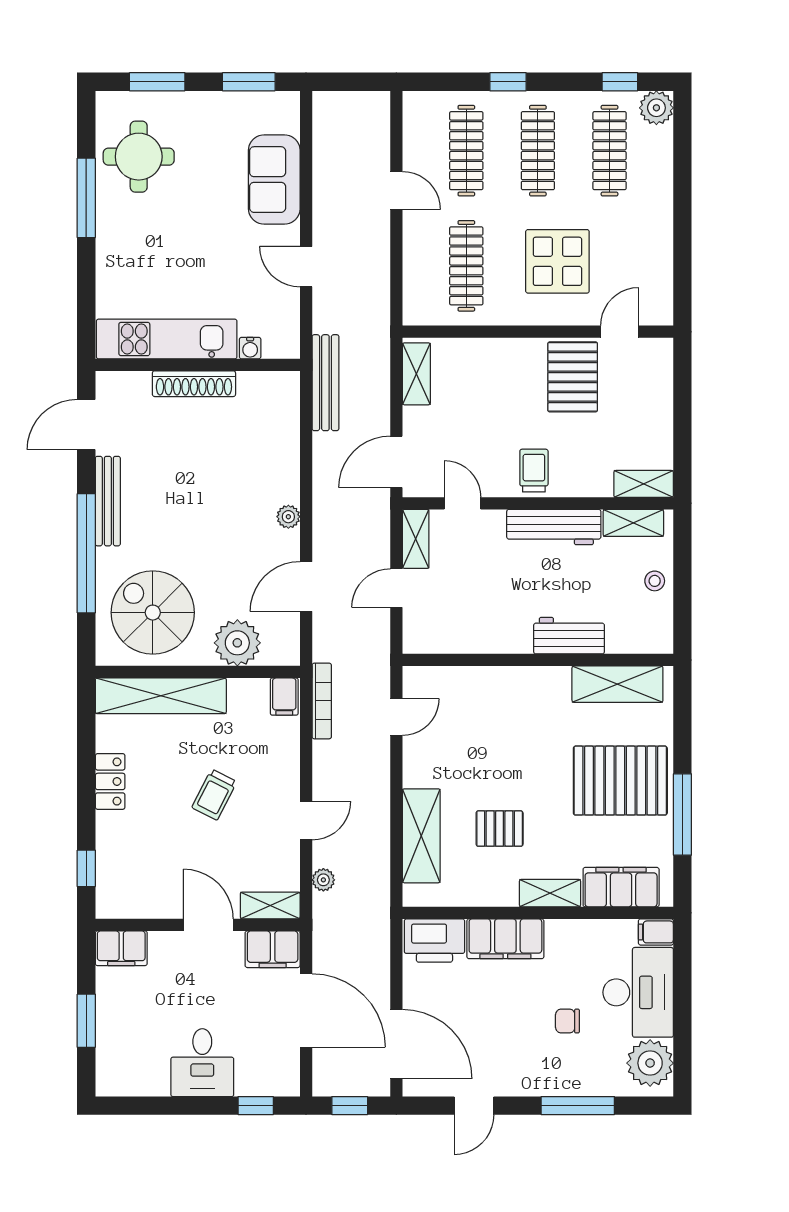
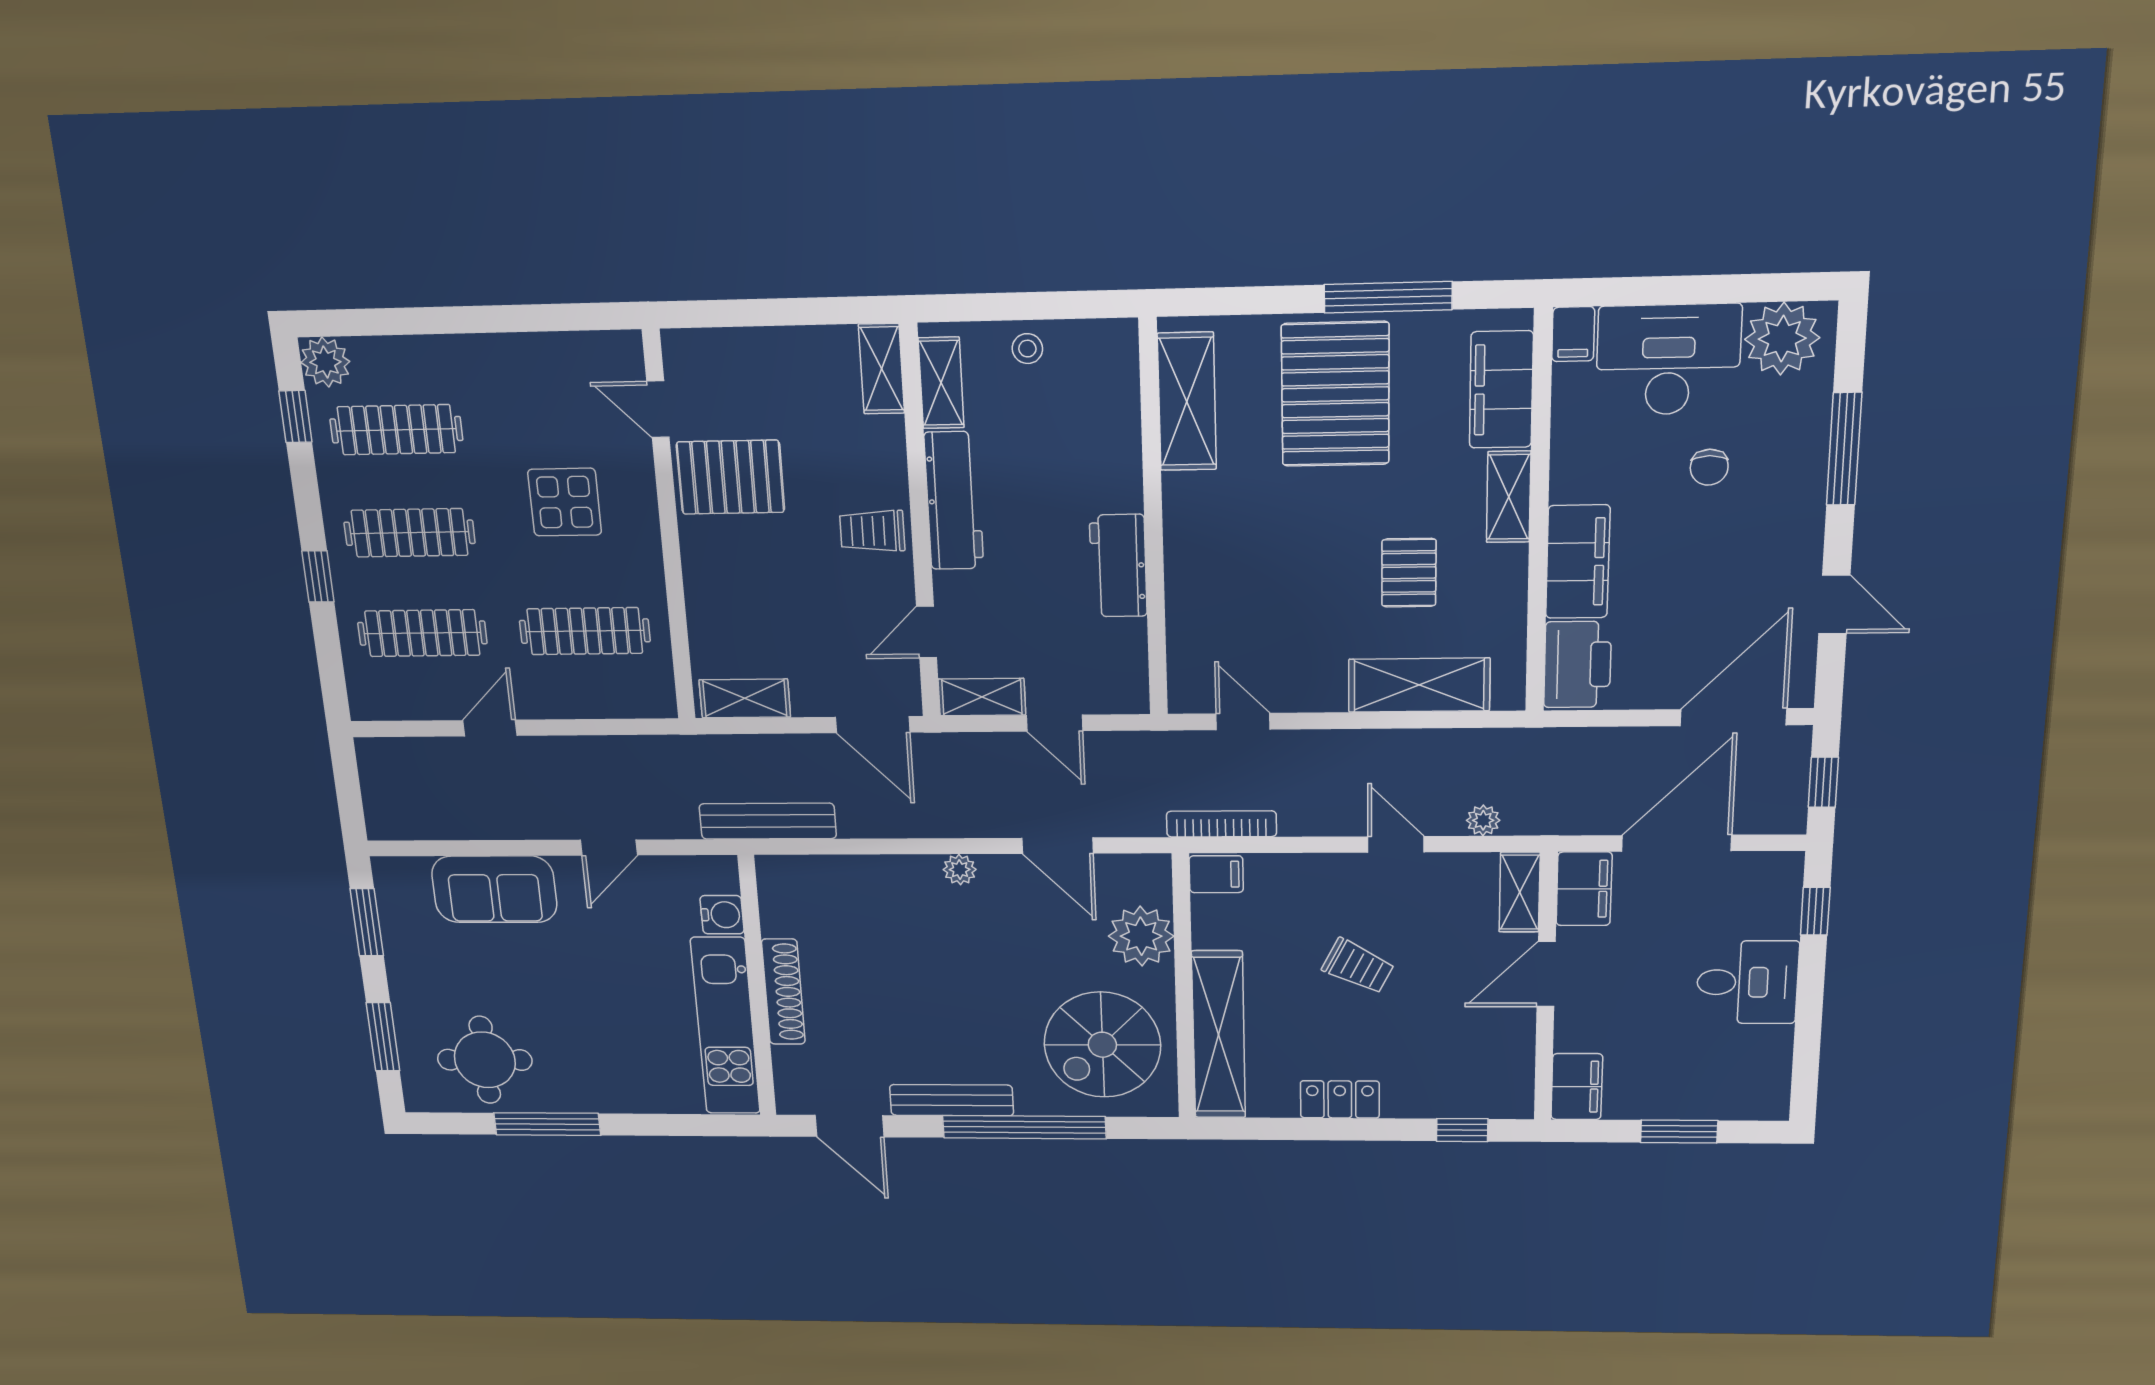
display table: (557, 261) -> (565, 502), width x0.73, depth x0.73
water cooler: (250, 348) -> (722, 915), width x1.38, depth x1.38
workbench: (569, 636) -> (1118, 566), moved

